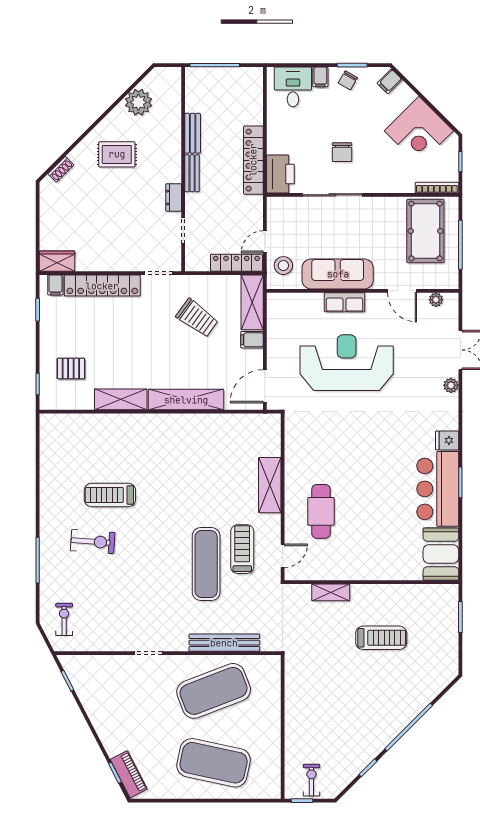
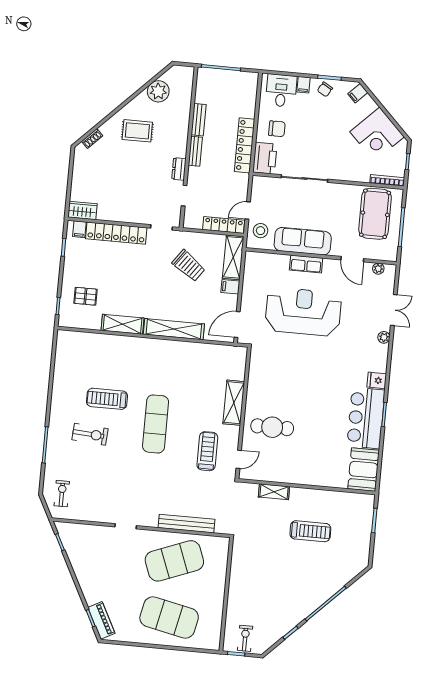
chair: (342, 152) -> (277, 129), moved, turned -90
cafe table: (321, 511) -> (272, 427), turned 90
exercise mat: (206, 564) -> (156, 424), moved

